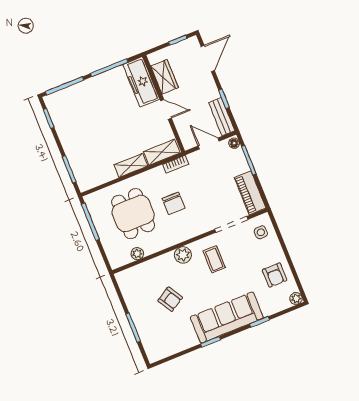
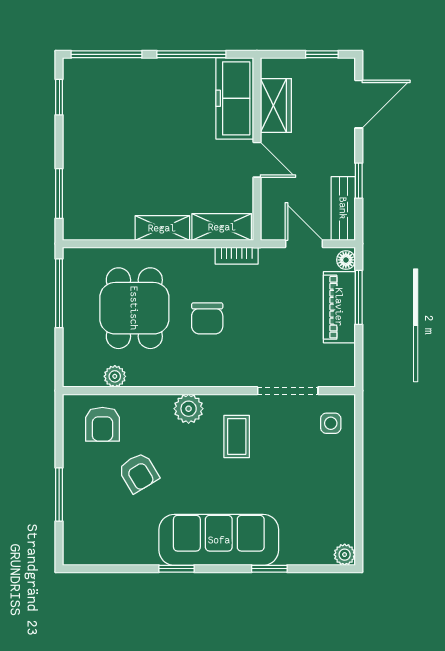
piano: (250, 193) -> (339, 307), moved
armchair: (275, 275) -> (102, 424), moved

